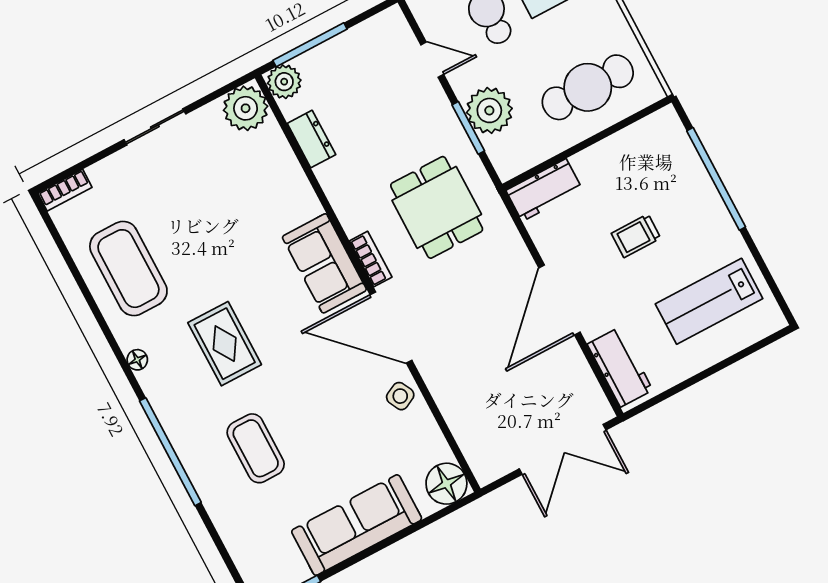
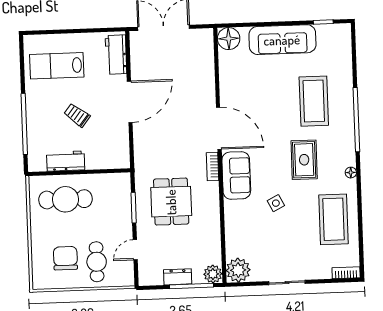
door: (432, 60) -> (135, 250), hinge flipped
plant: (489, 110) -> (119, 211), removed
dresser: (311, 139) -> (178, 277), moved, turned 90
workbench: (544, 190) -> (66, 161), moved
dining table: (437, 207) -> (171, 202), moved
trolley: (636, 236) -> (77, 115), turned -142
lab bench: (709, 301) -> (57, 66), turned 180
side table: (400, 396) -> (276, 203), moved
coffee table: (256, 448) -> (314, 101), width x1.36, depth x1.32

